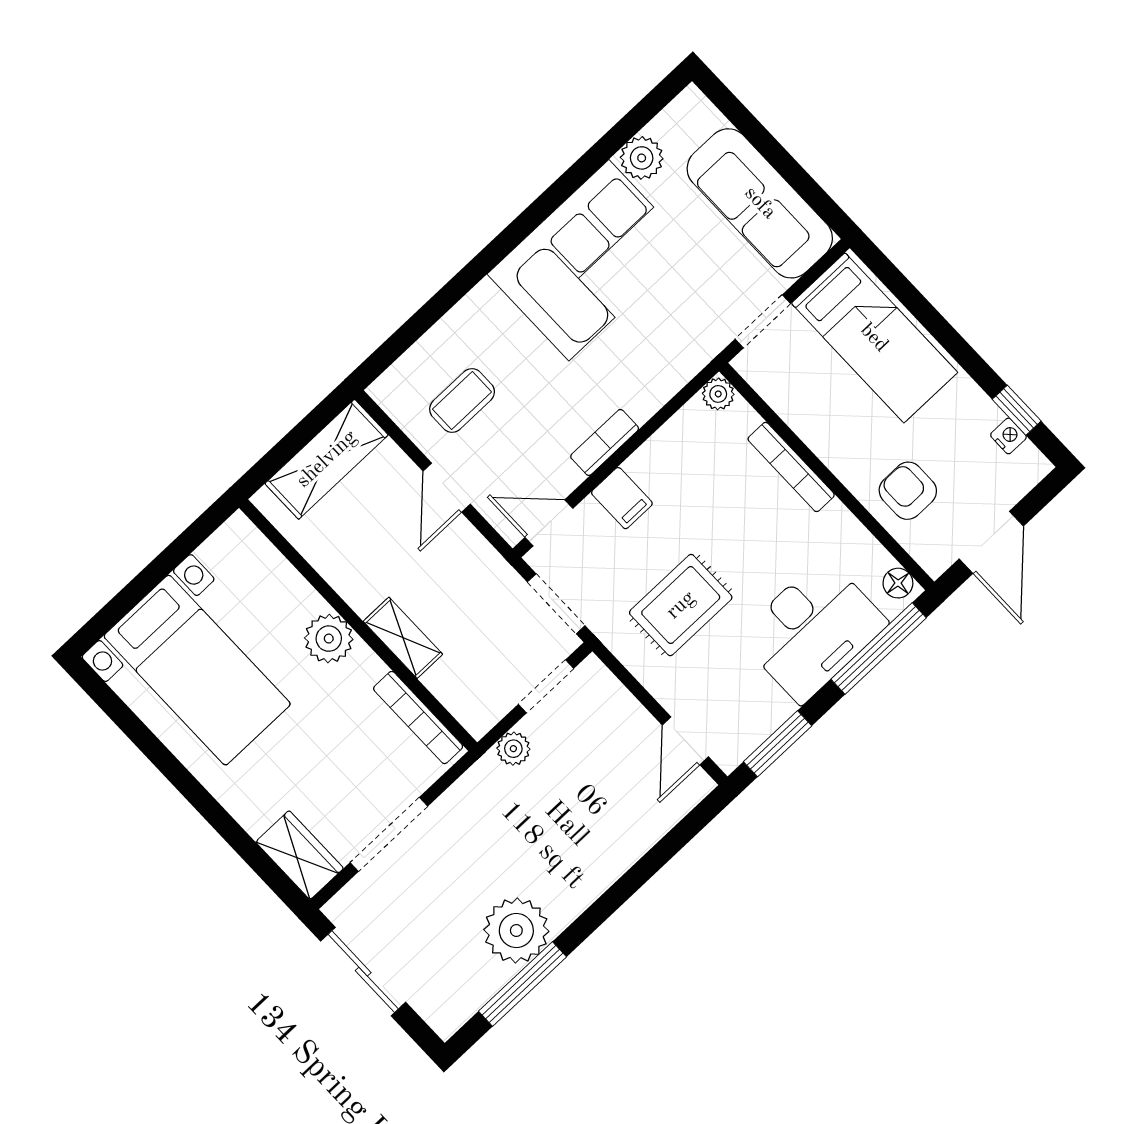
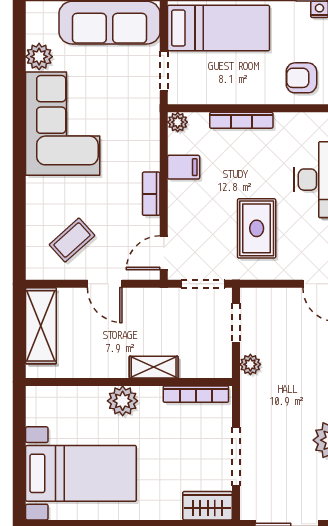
coffee table: (462, 401) -> (72, 240), turned 48
filing cabinet: (622, 498) -> (184, 167), moved

